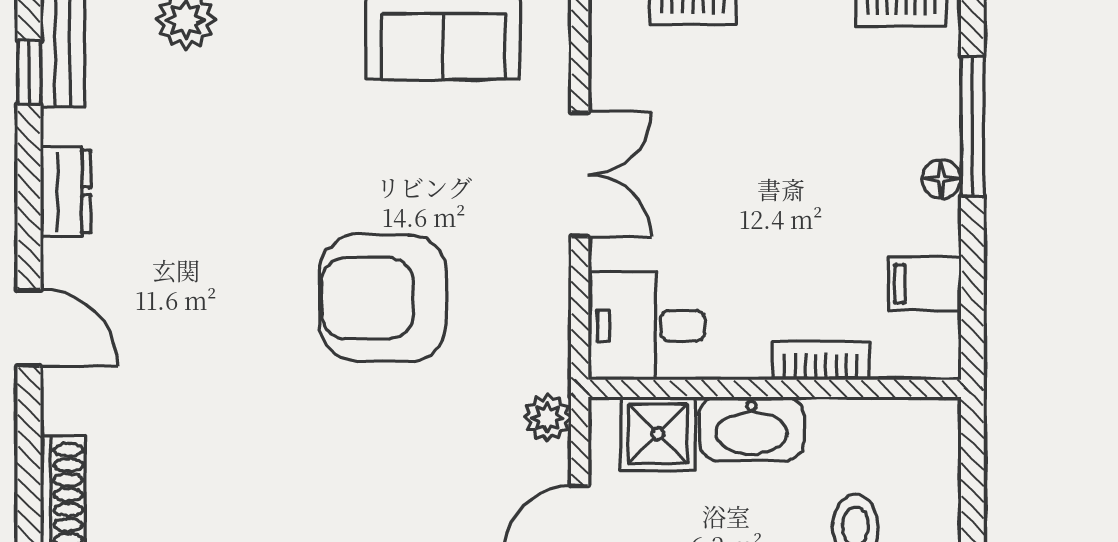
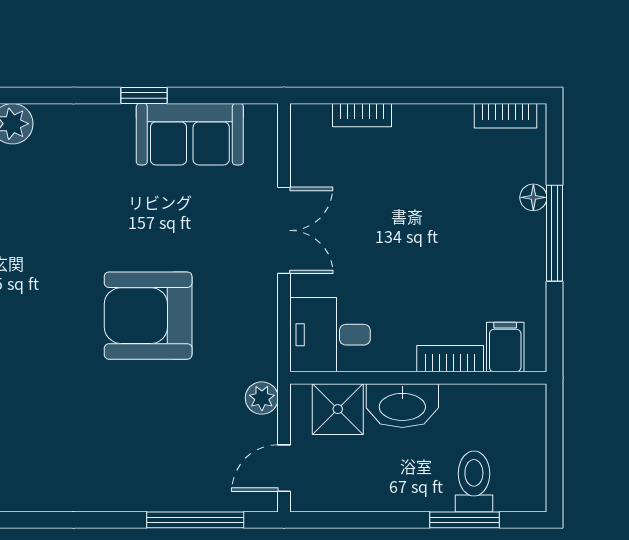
window: (972, 126) -> (555, 233), moved
floor lamp: (942, 179) -> (533, 197), moved
filing cabinet: (925, 284) -> (505, 347), moved, turned 90

